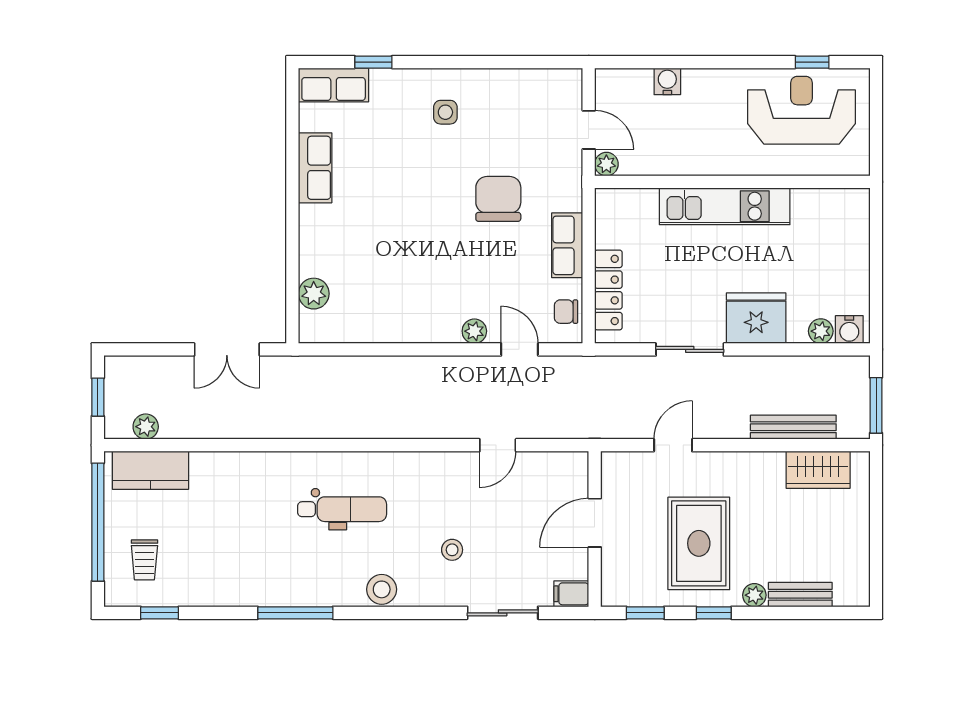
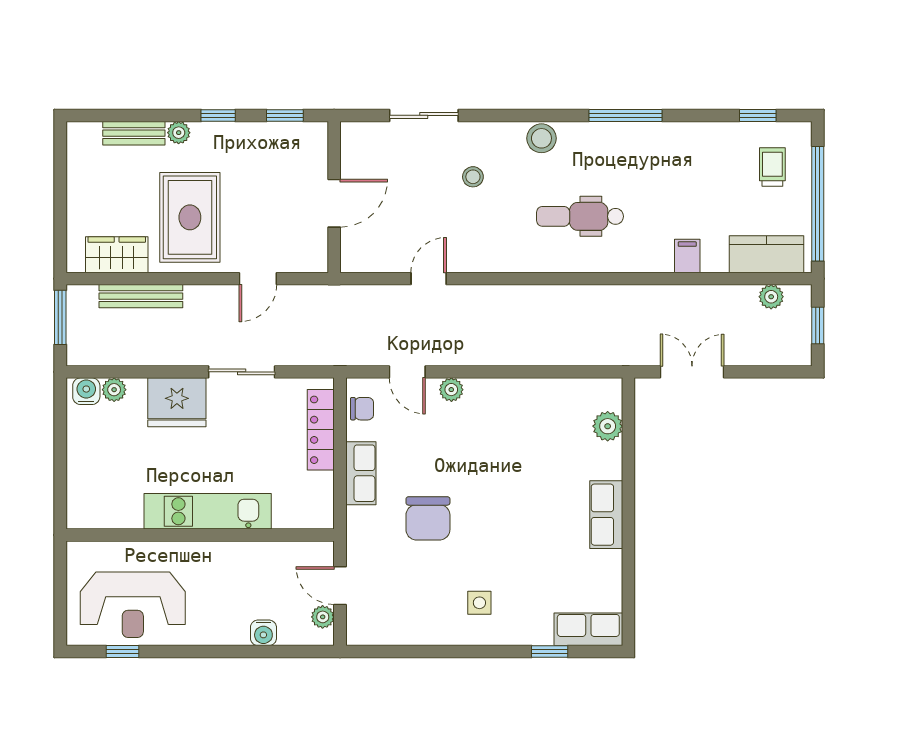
plant: (606, 164) -> (323, 617), moved
row of seats: (315, 168) -> (606, 515), moved
rug: (699, 543) -> (190, 217), moved
filing cabinet: (571, 594) -> (687, 256), moved, turned -90

